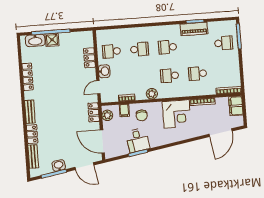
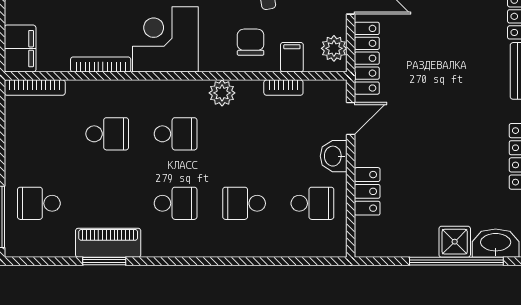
locker: (94, 112) -> (367, 58), width x1.53

